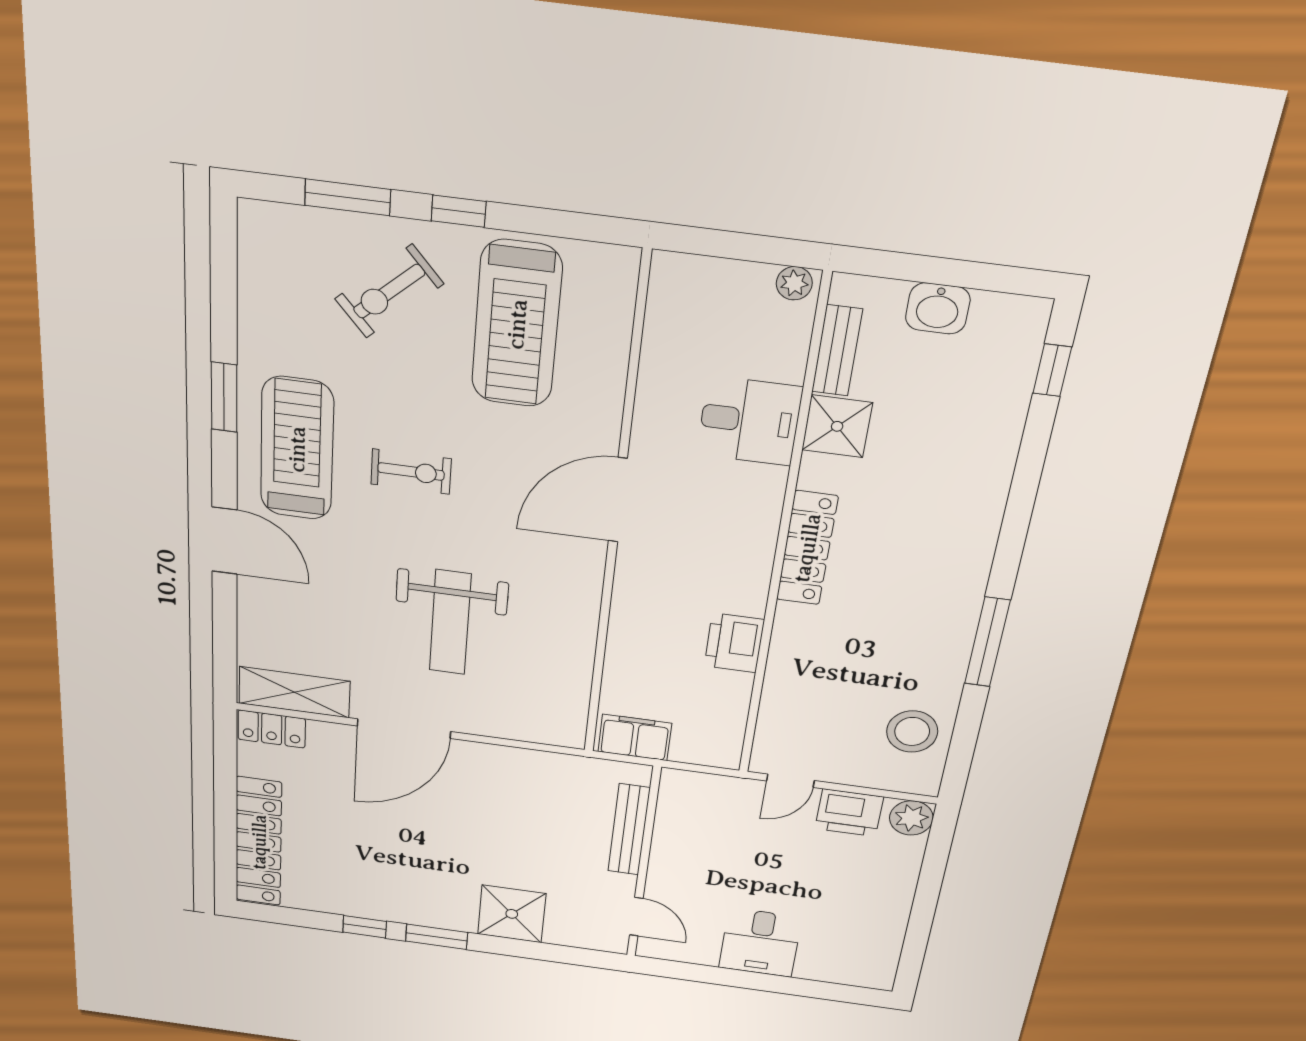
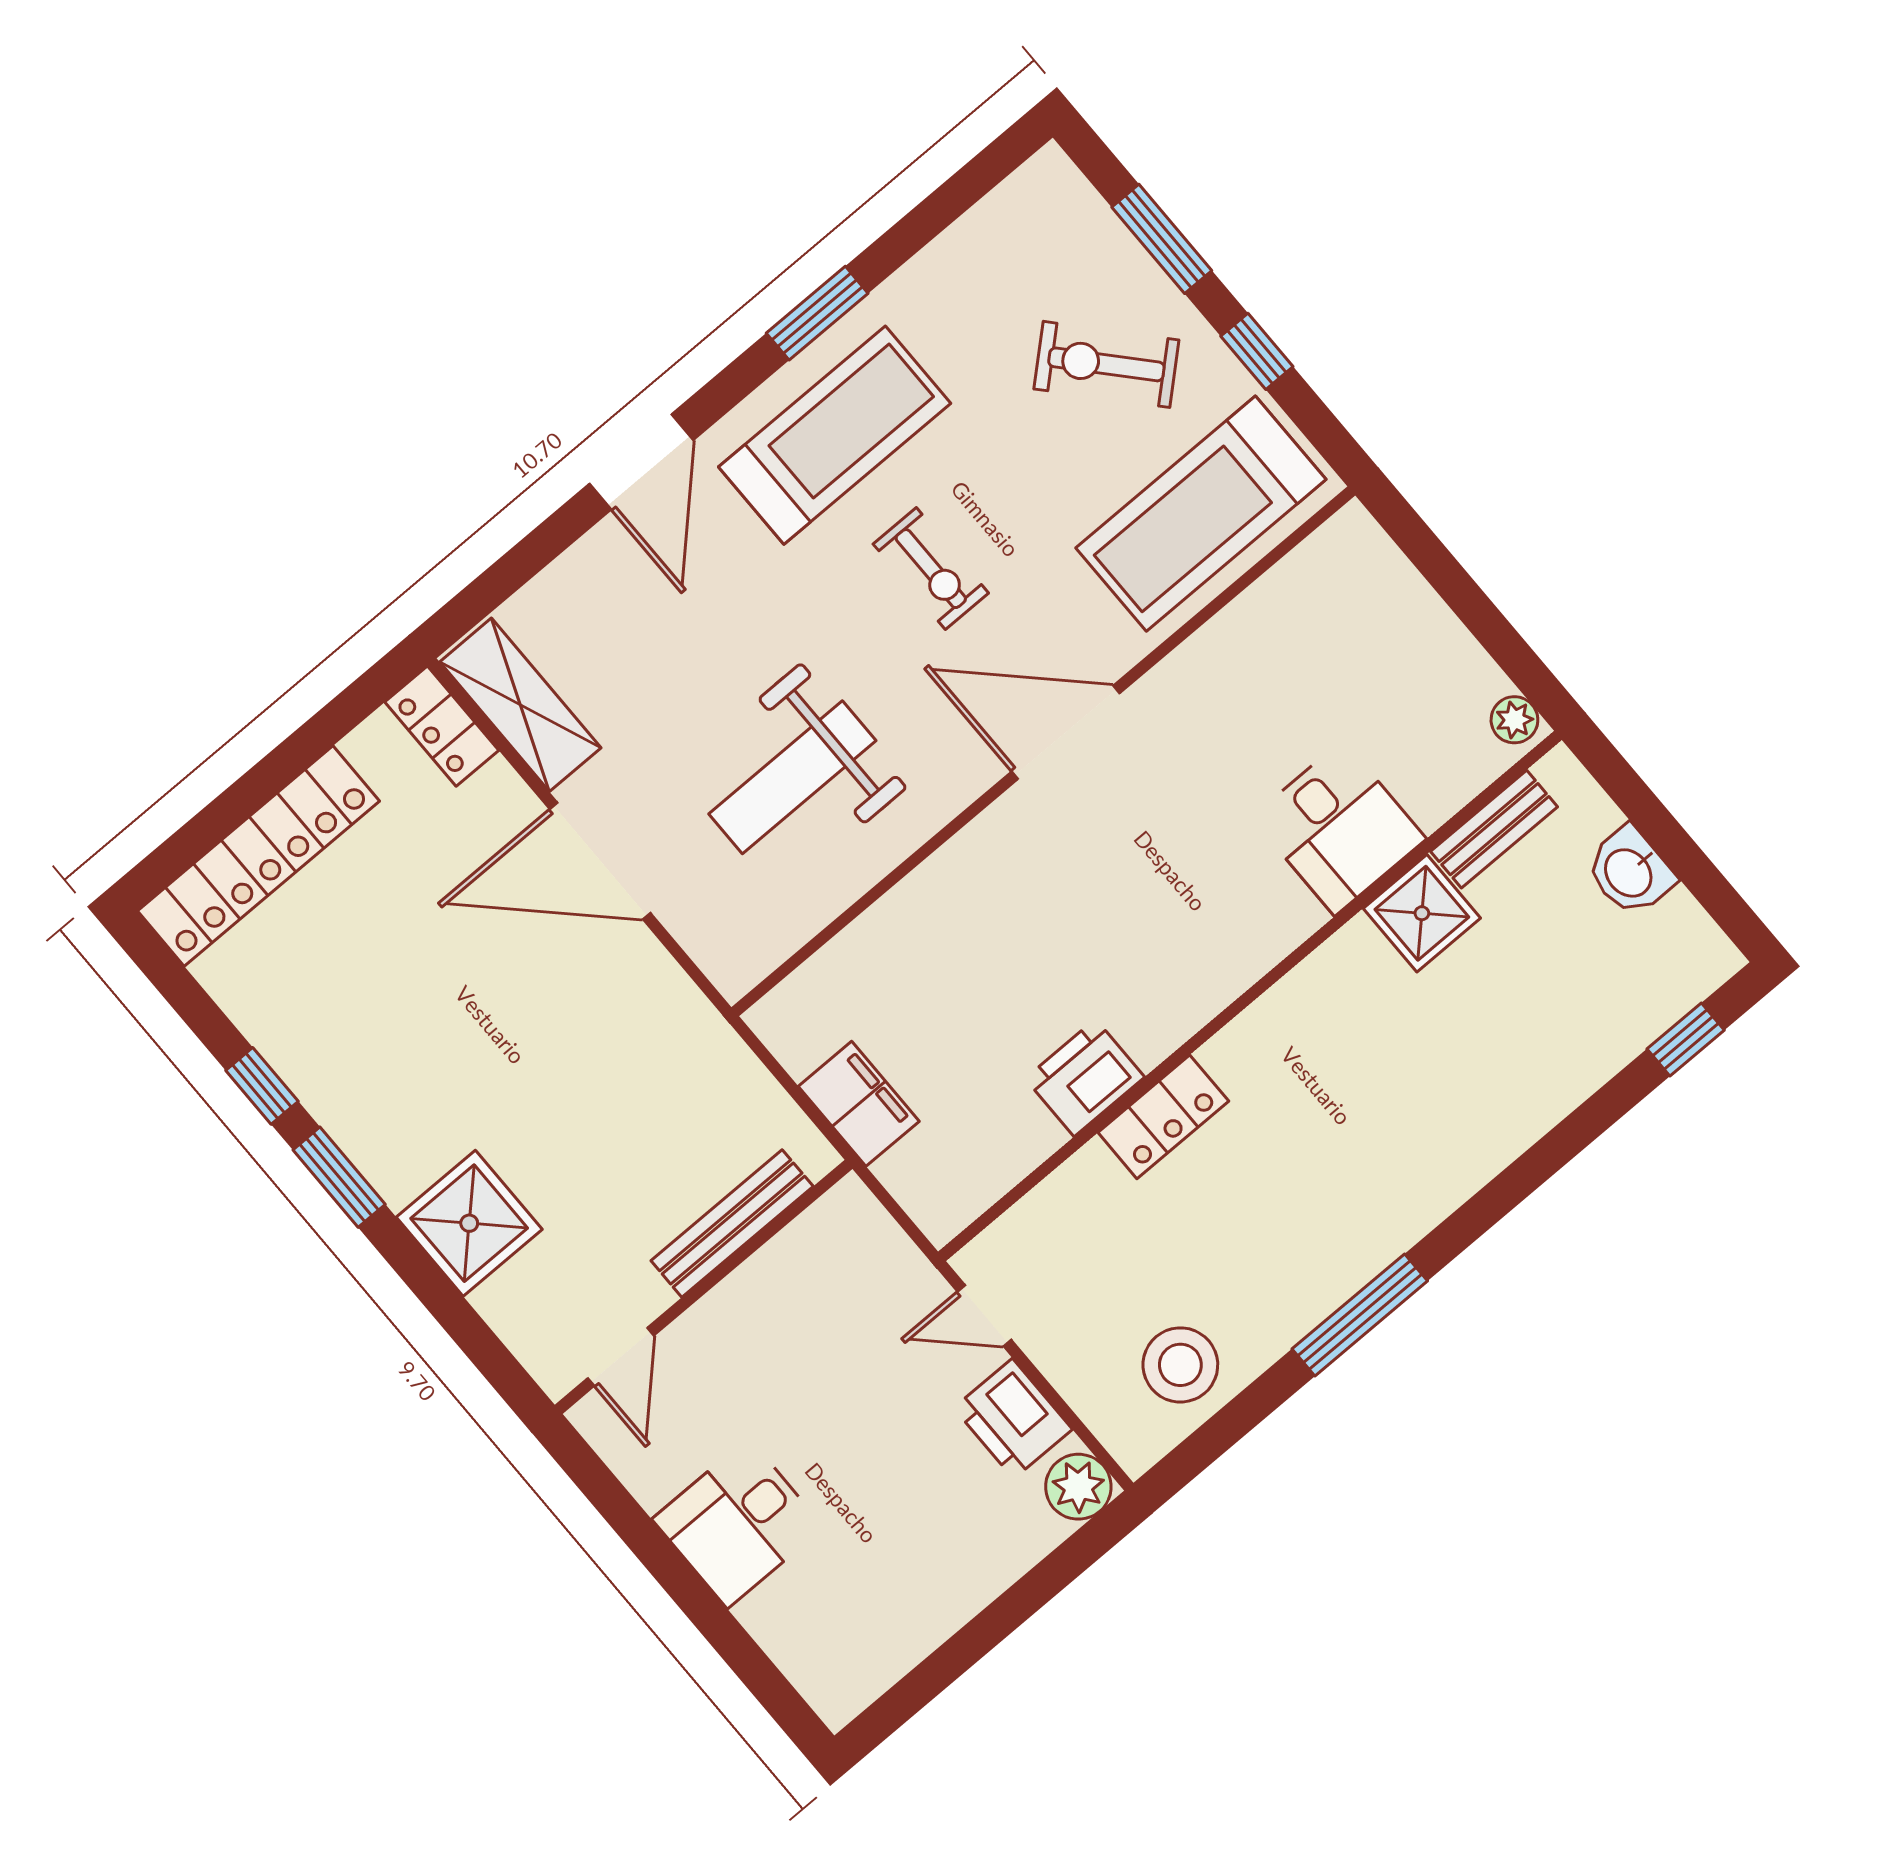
door: (618, 500) -> (1066, 732), moved
wall: (616, 518) -> (1043, 751), moved
locker: (807, 548) -> (1163, 1117), moved, width x0.66

